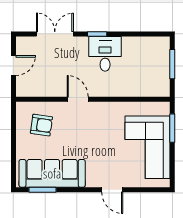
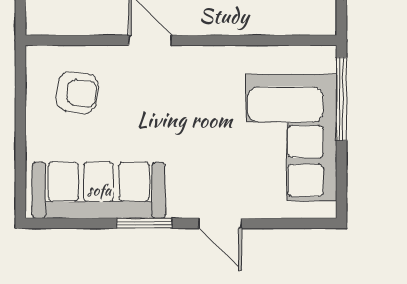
window: (172, 128) -> (342, 99), width x1.44
window: (43, 190) -> (144, 223), moved

